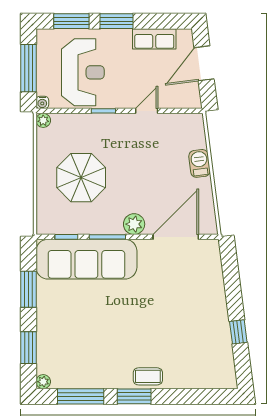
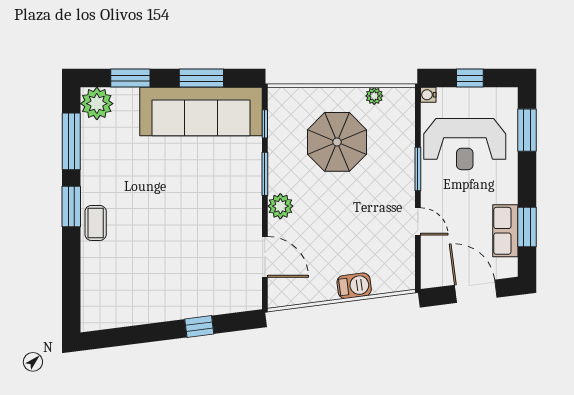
window: (116, 21) -> (527, 227), moved
window: (29, 68) -> (470, 78), width x0.46
window: (103, 111) -> (418, 169), width x1.50
plant: (43, 120) -> (374, 96), moved
door: (176, 237) -> (265, 257), width x0.73
sofa: (86, 259) -> (201, 112), moved, turned -90
window: (238, 332) -> (199, 327), moved
plant: (43, 382) -> (97, 104), width x1.87, depth x1.87

